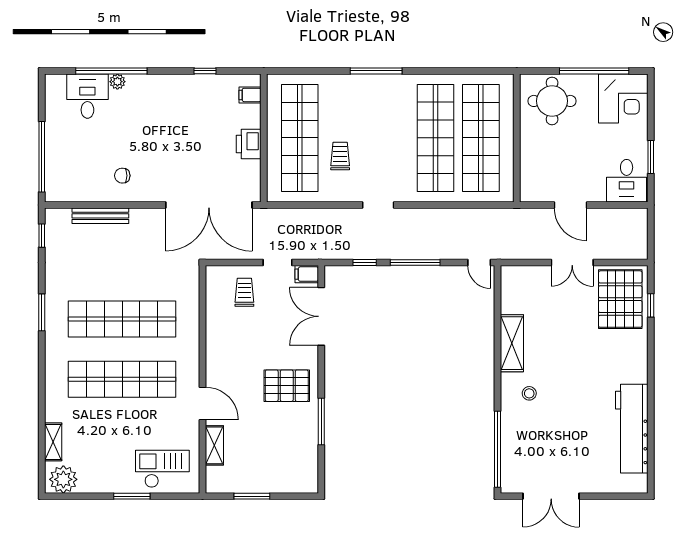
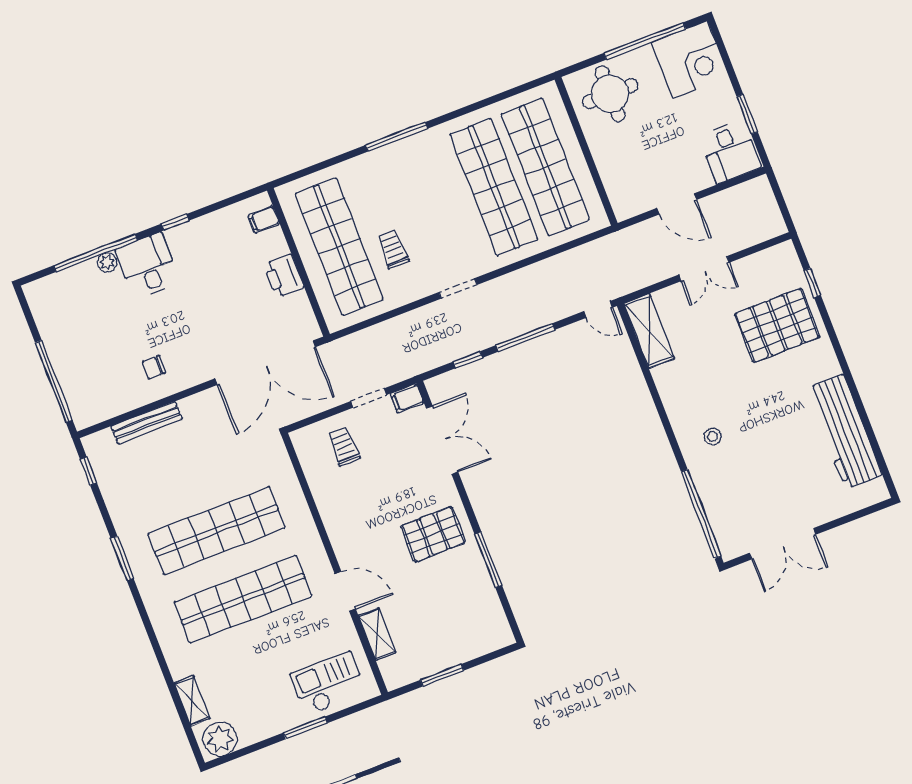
window: (205, 71) -> (175, 222), moved
desk: (87, 96) -> (148, 266), moved
pallet: (620, 299) -> (777, 325), moved, turned 90
double door: (321, 316) -> (442, 440), swing flipped
shelving: (512, 343) -> (649, 331), moved

